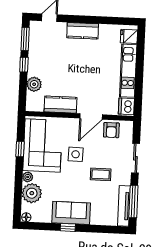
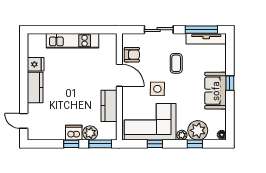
fridge: (129, 36) -> (36, 64), moved, turned -90
window: (25, 39) -> (100, 144), moved
dishwasher: (126, 106) -> (74, 133), moved, turned 180
window: (18, 190) -> (195, 144), added
window: (68, 227) -> (230, 83), moved

